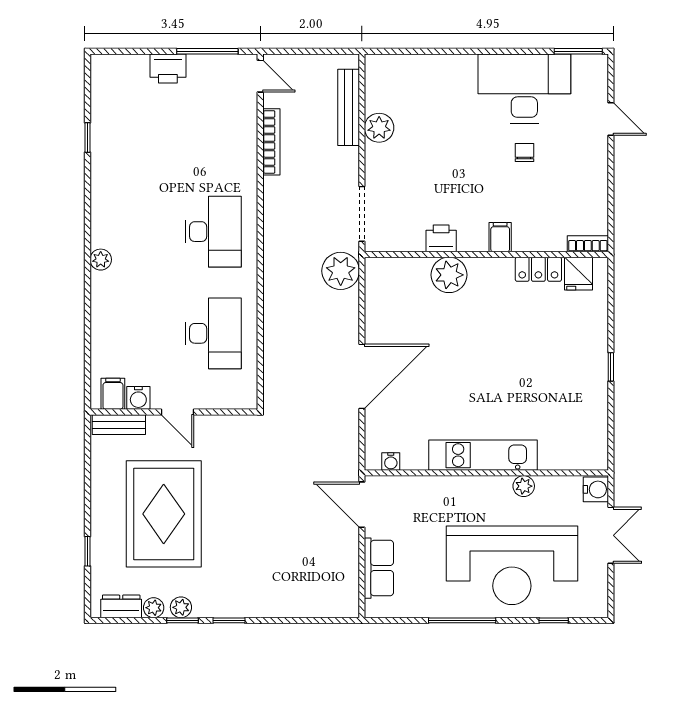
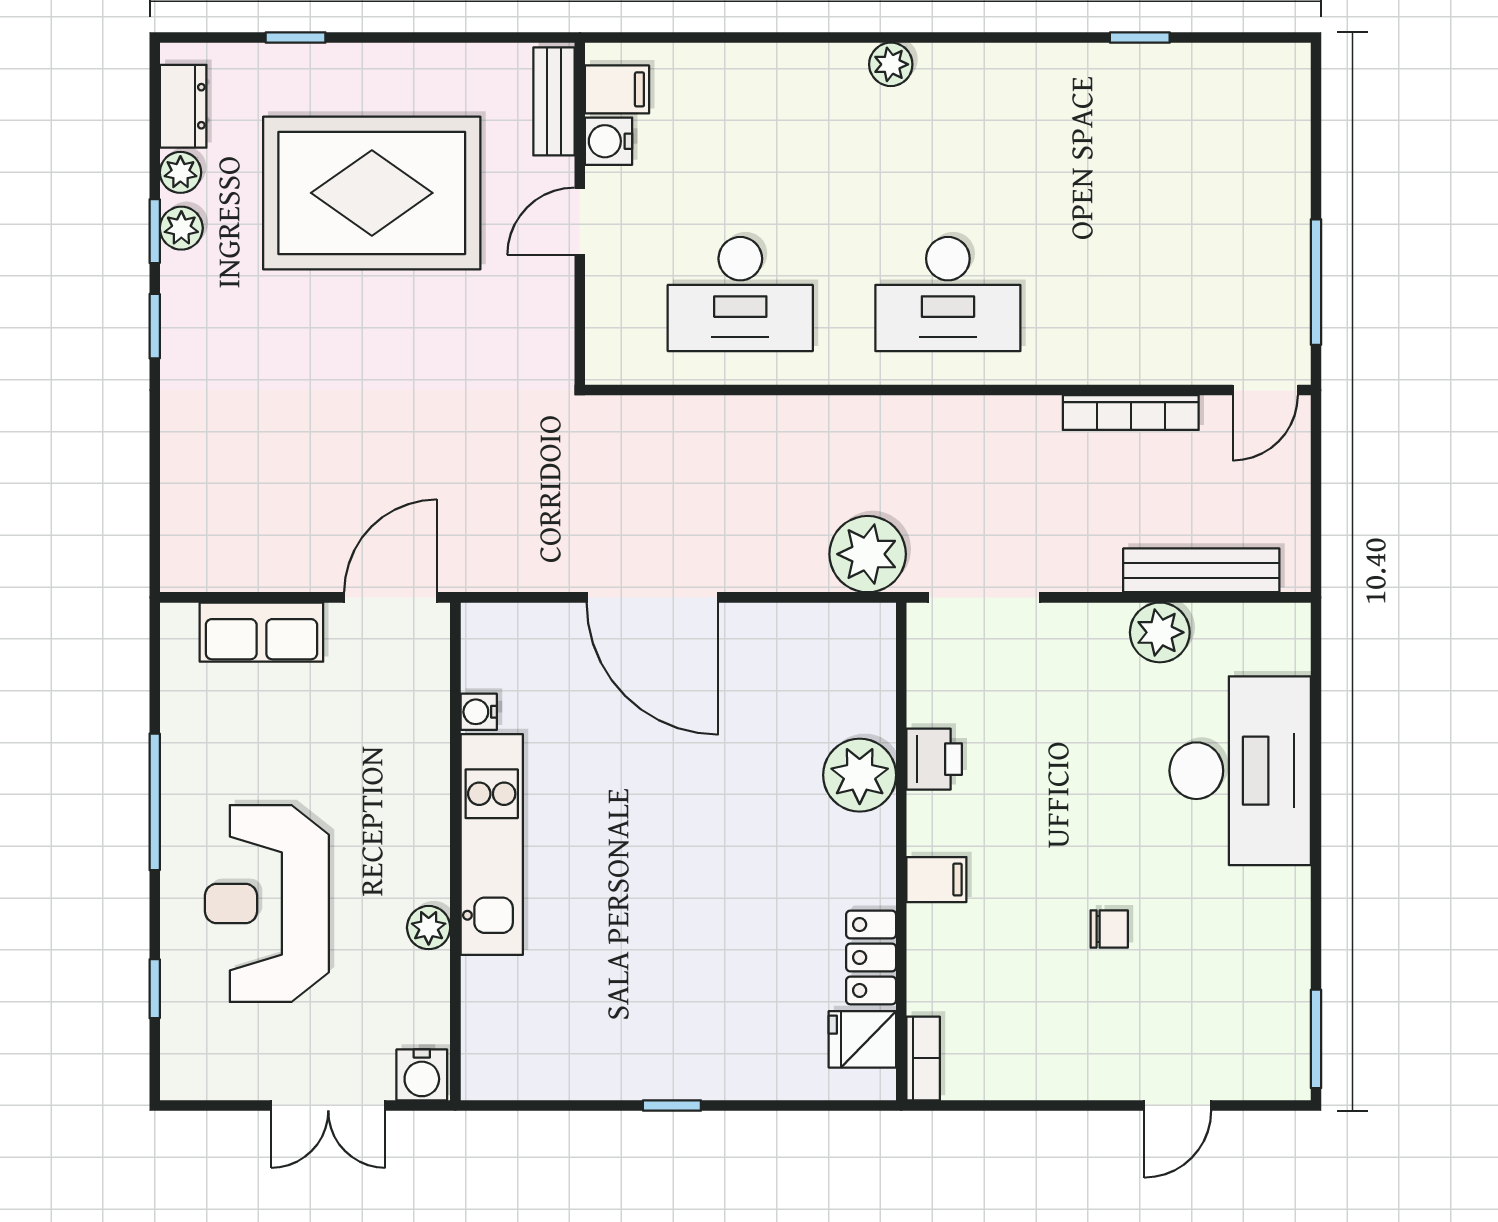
printer: (168, 68) -> (1281, 202), removed
desk: (524, 88) -> (1240, 771), moved
water cooler: (391, 462) -> (479, 712), moved
reception desk: (512, 565) -> (267, 904), width x0.74, depth x0.77

